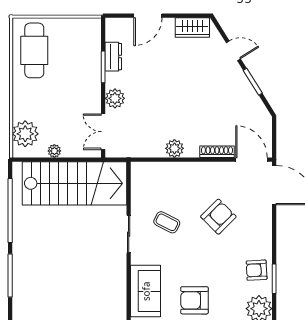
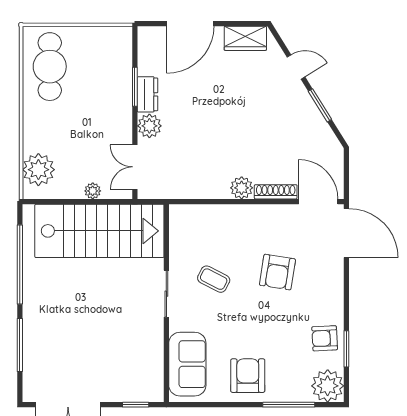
door: (148, 16) -> (190, 24), width x1.36
dresser: (113, 57) -> (147, 94), moved
plant: (174, 148) -> (242, 188), moved
plant: (54, 151) -> (93, 191), moved
armchair: (218, 217) -> (277, 272), turned 144
armchair: (194, 300) -> (248, 376), turned 90

